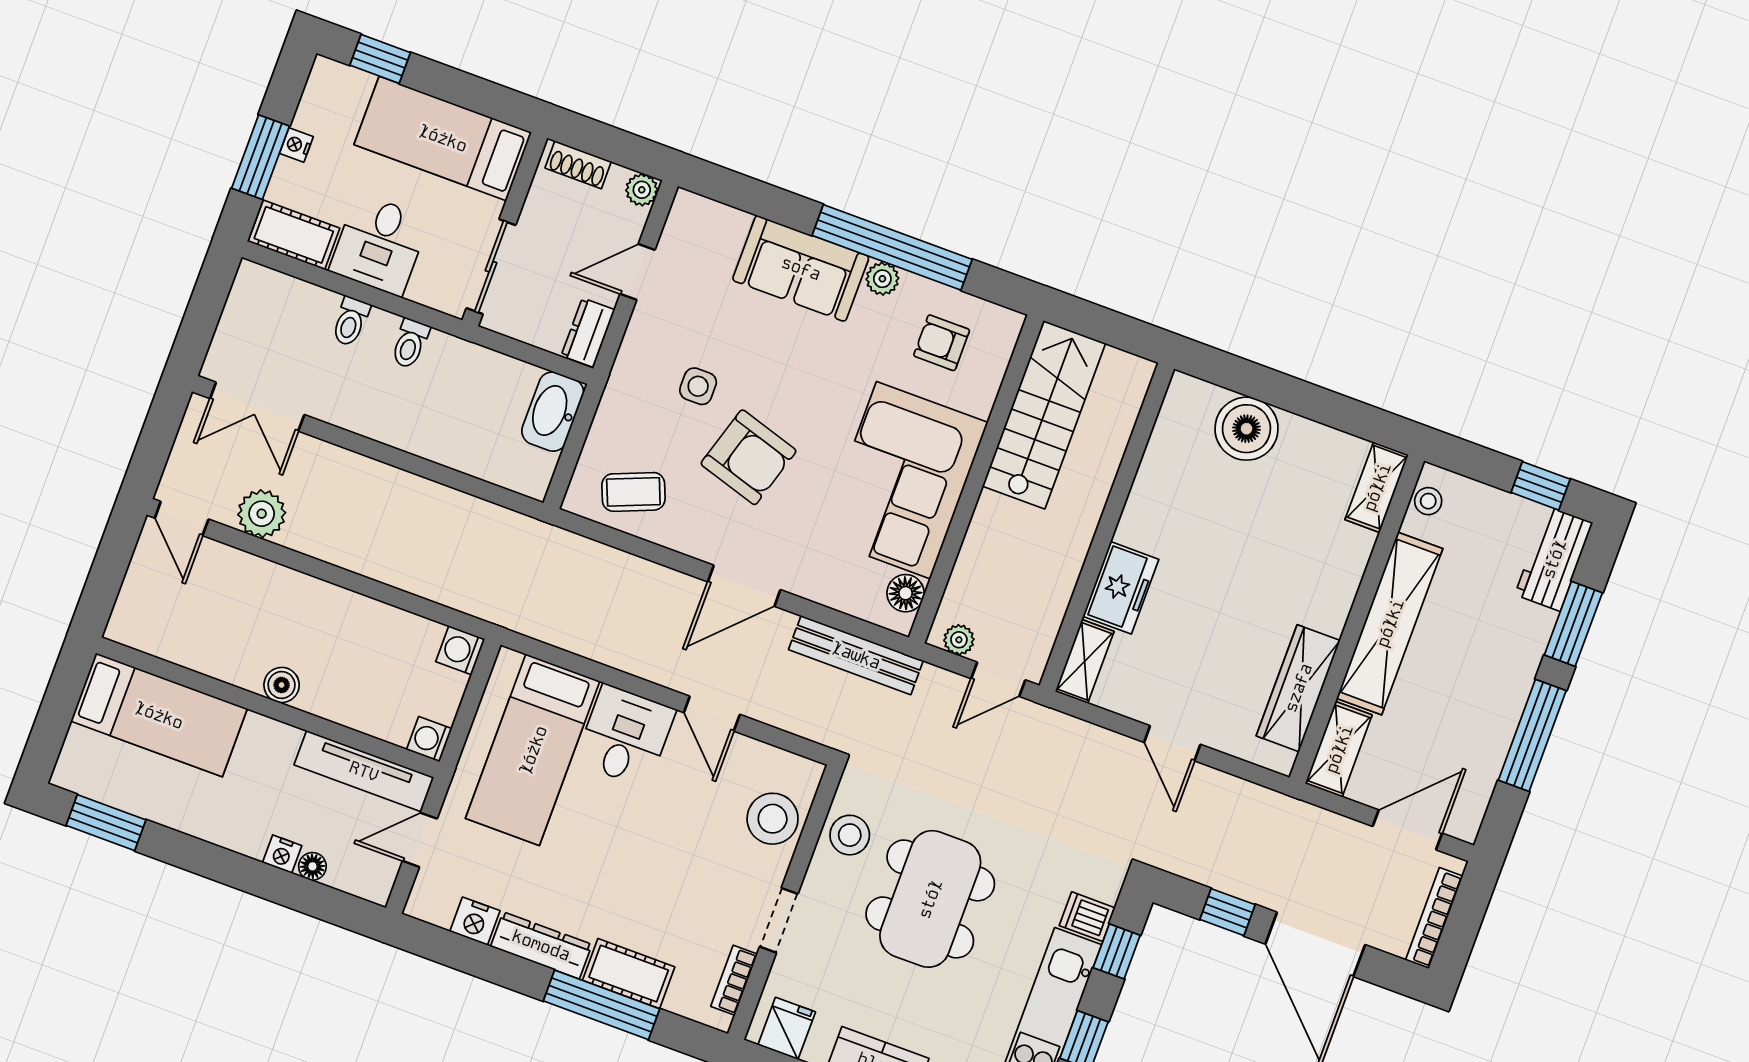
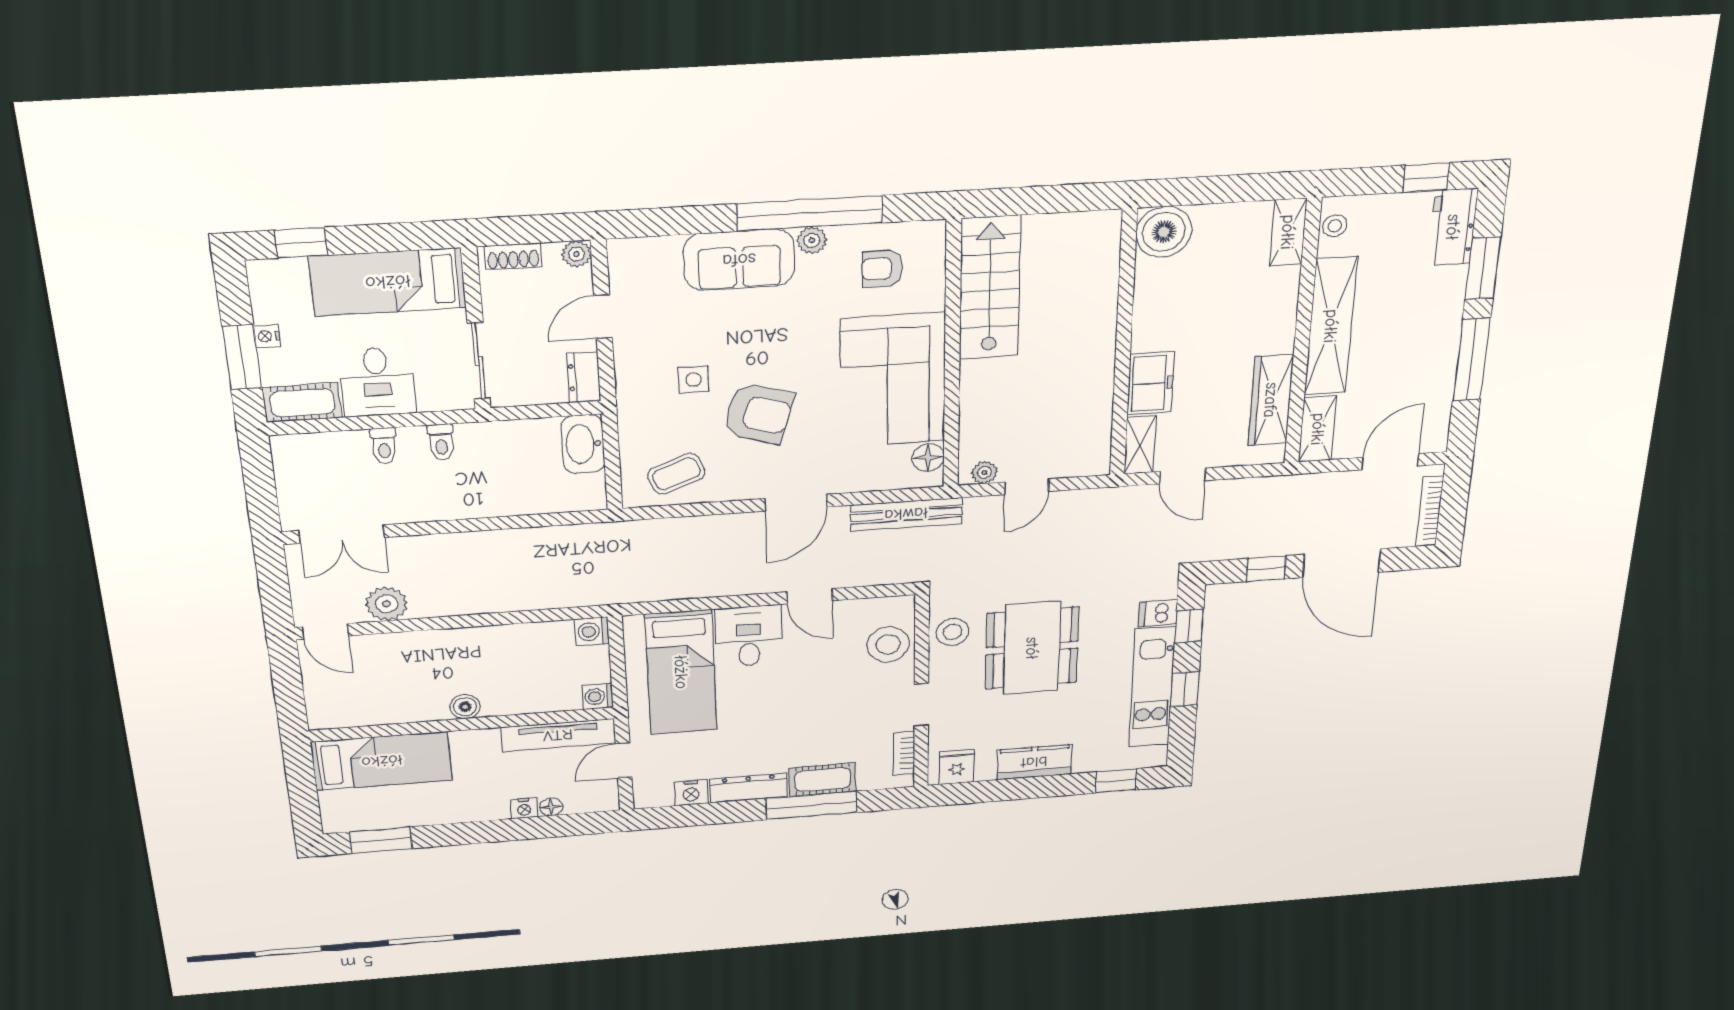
wall: (1107, 527) -> (1123, 345), moved
freezer: (1121, 588) -> (1151, 383), moved
shelving: (1085, 661) -> (1140, 445), moved

